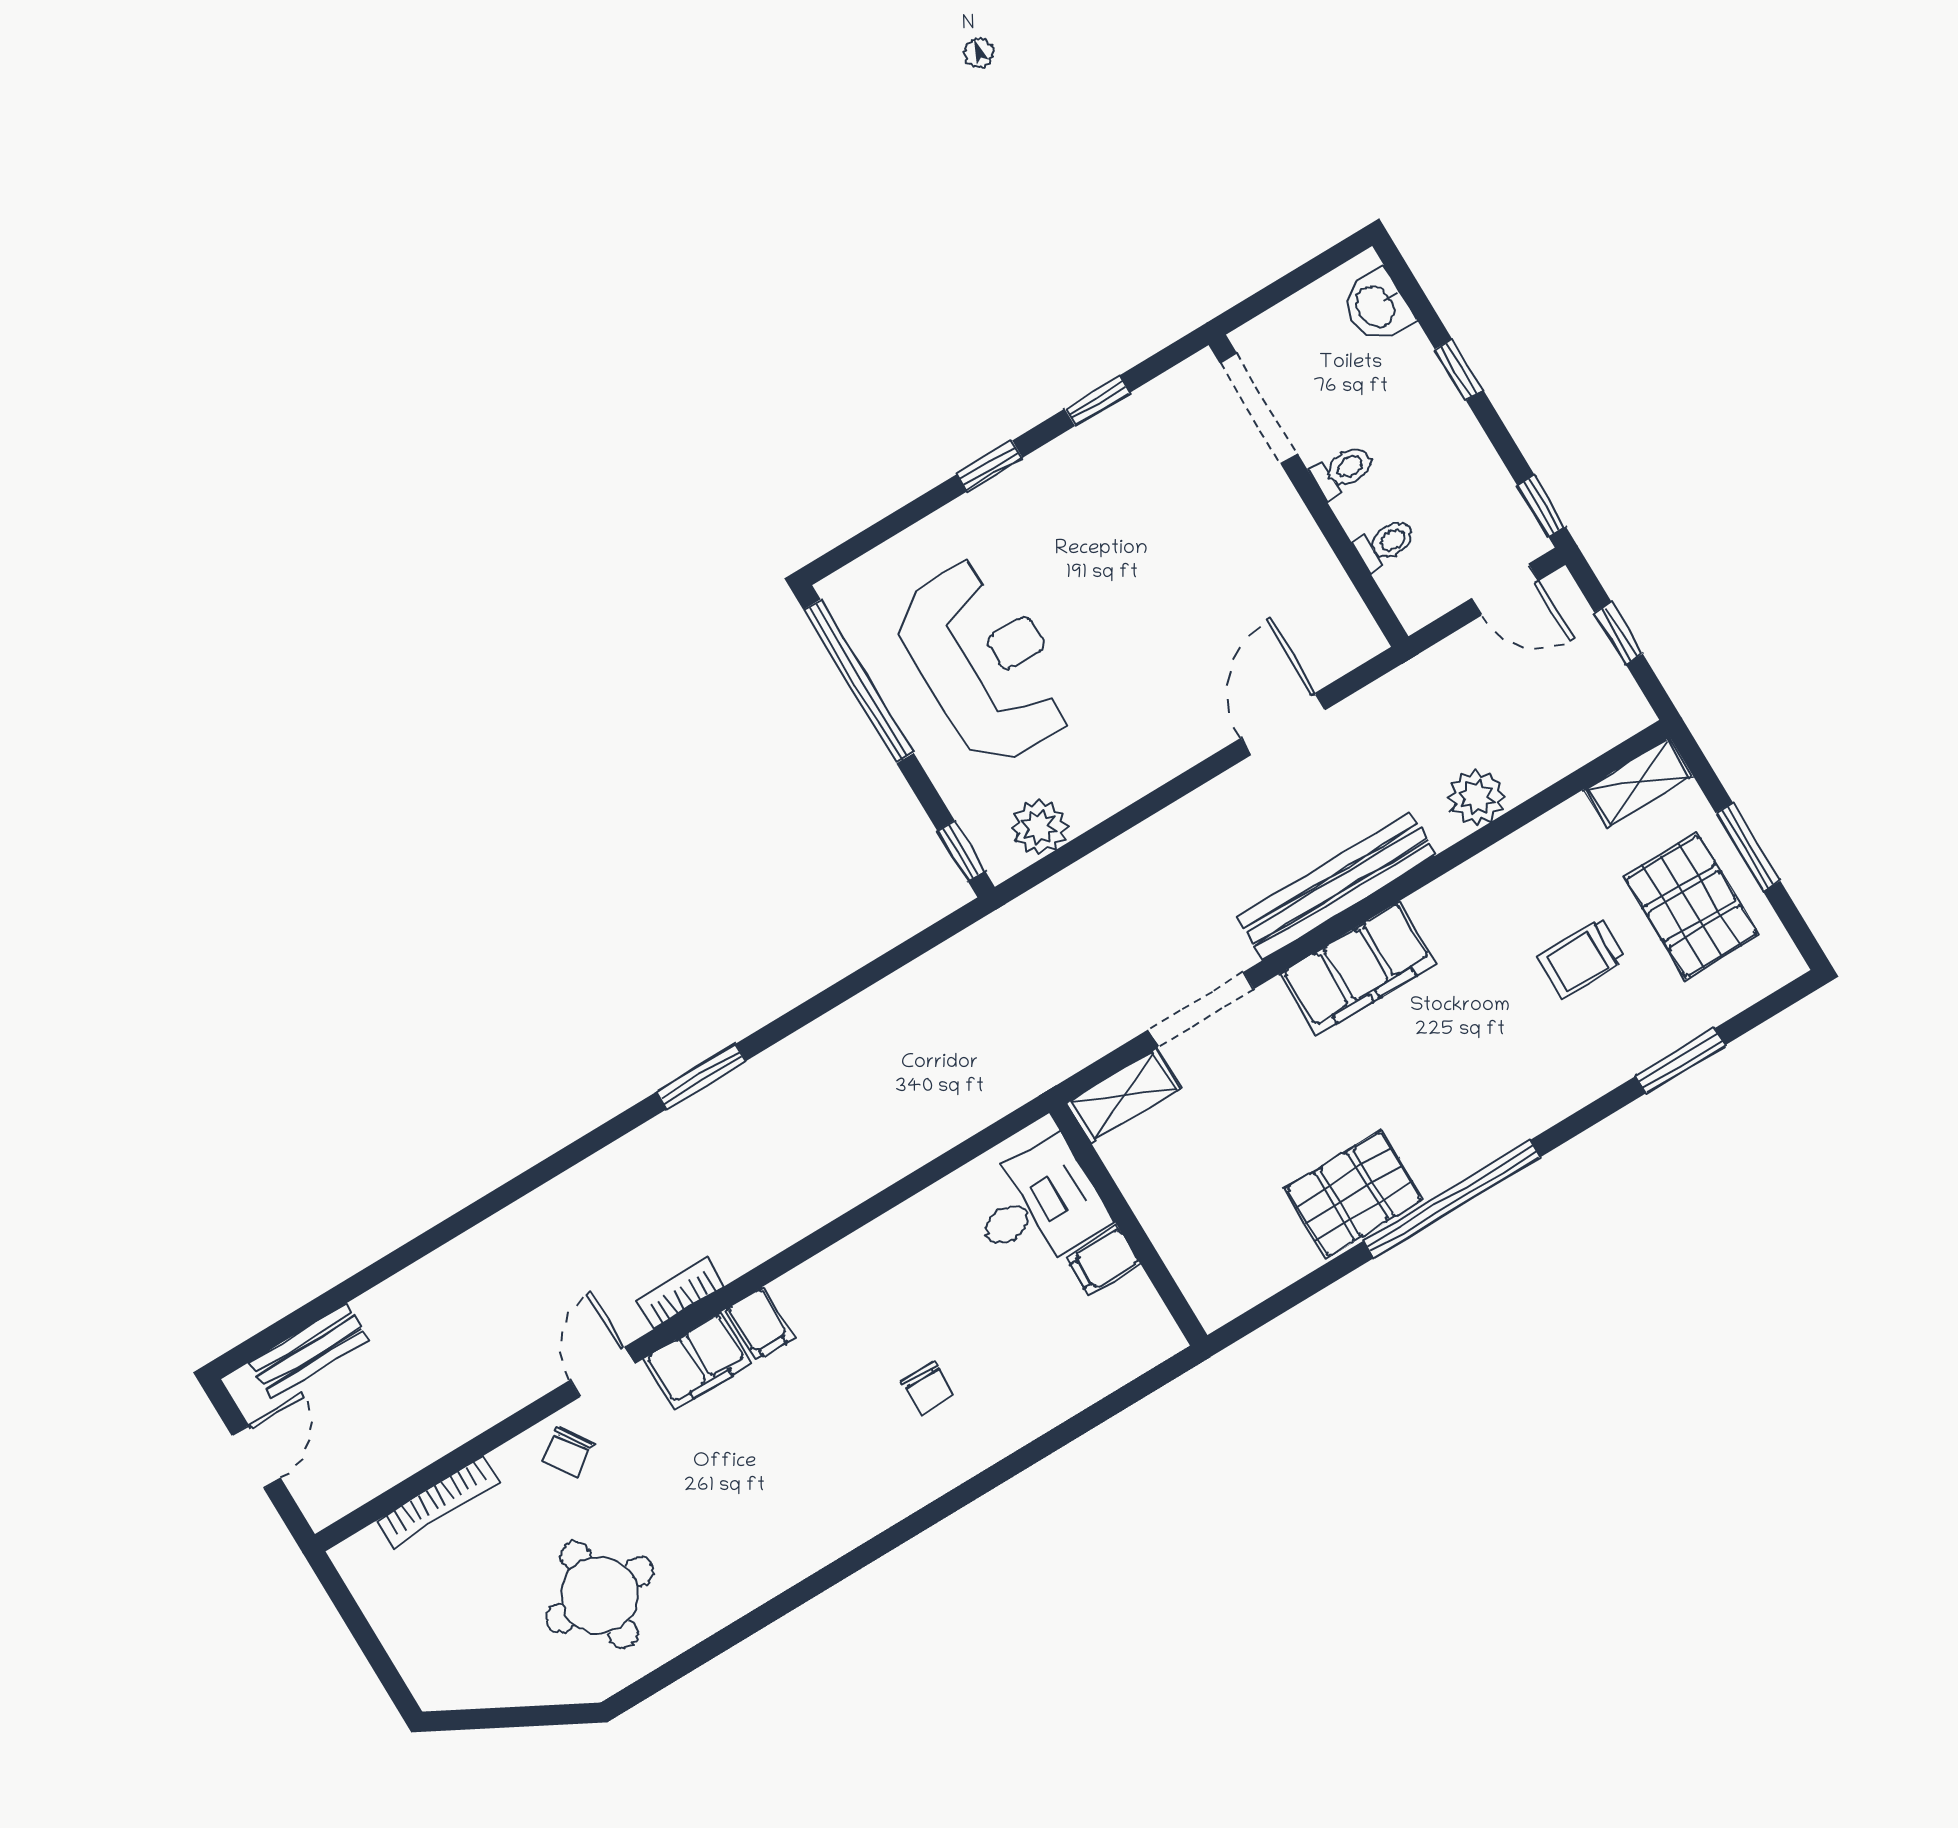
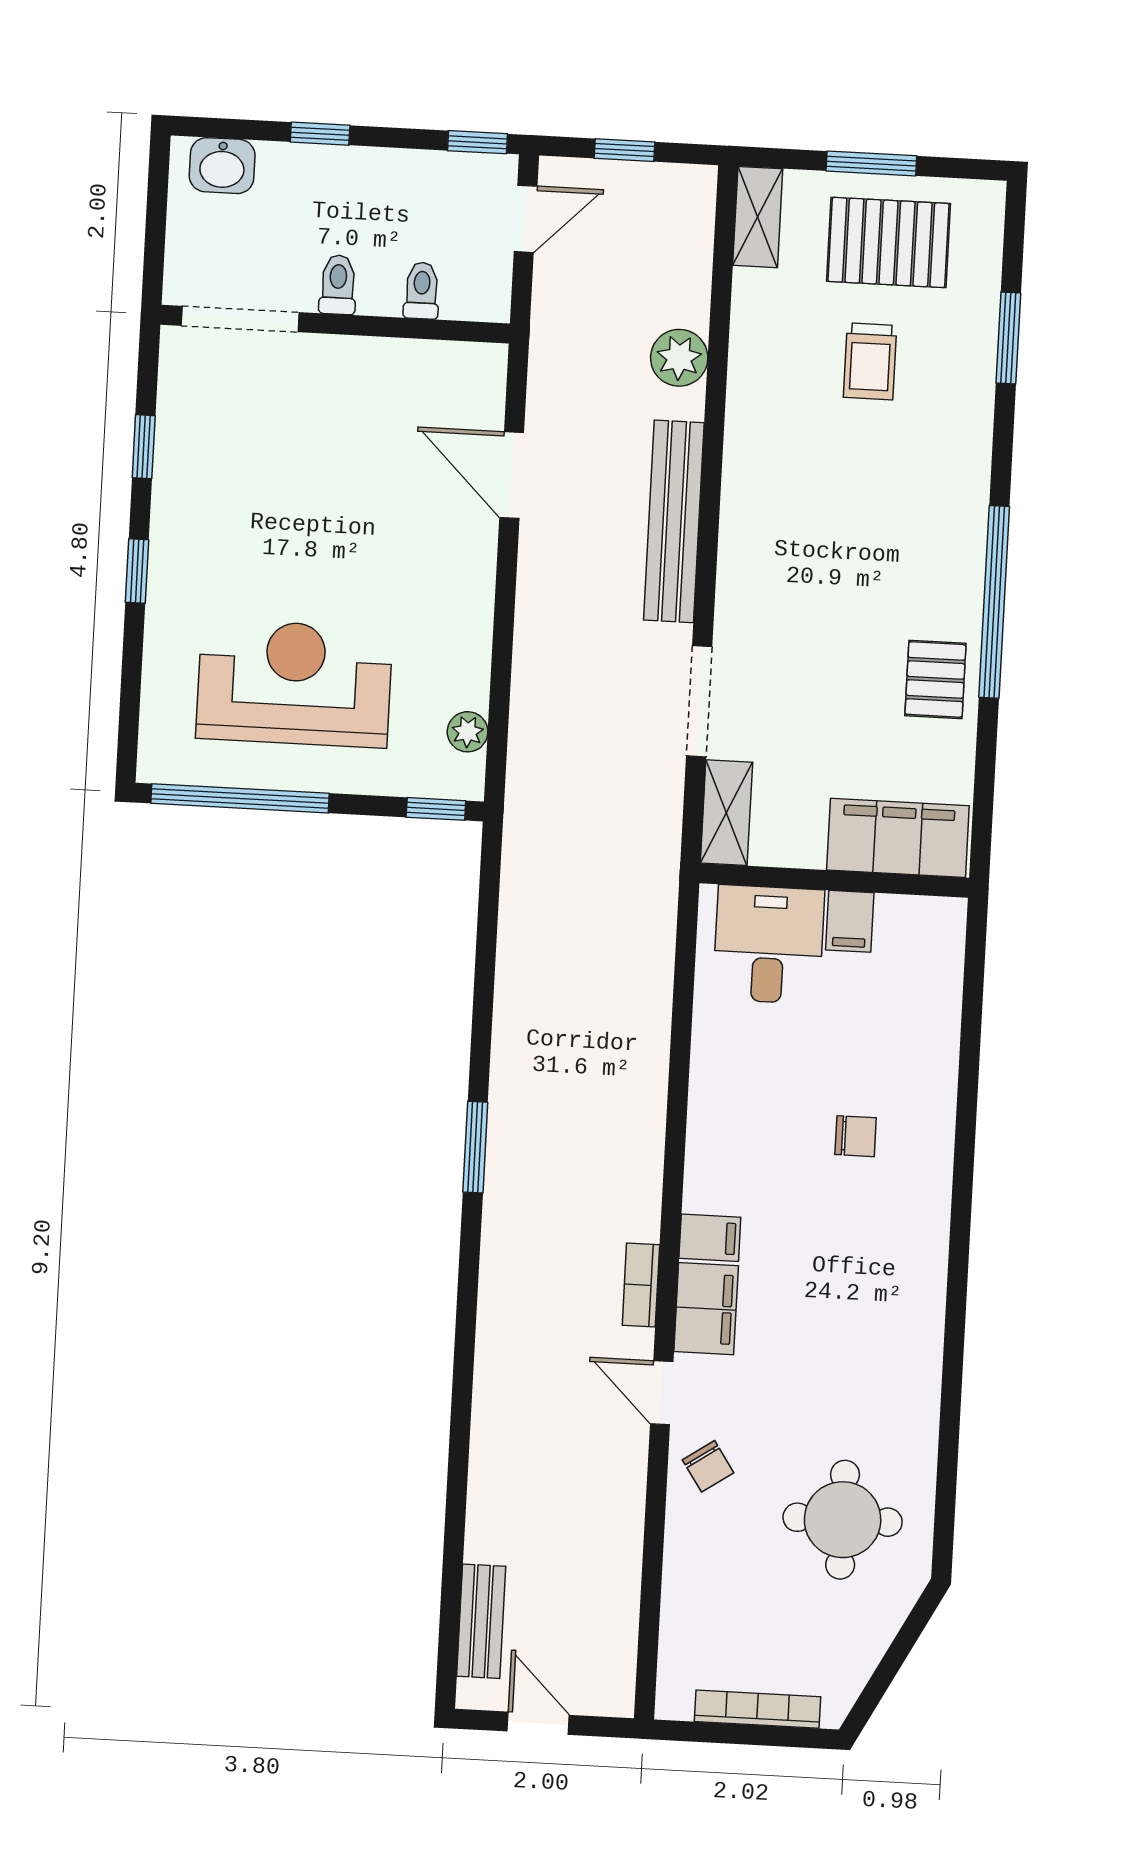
plant: (1040, 827) -> (468, 732), width x0.73, depth x0.73
filing cabinet: (1358, 968) -> (898, 838), moved, turned -90
pallet: (1354, 1194) -> (935, 679), width x0.67, depth x0.71
bookcase: (438, 1502) -> (757, 1709), moved, turned -90

